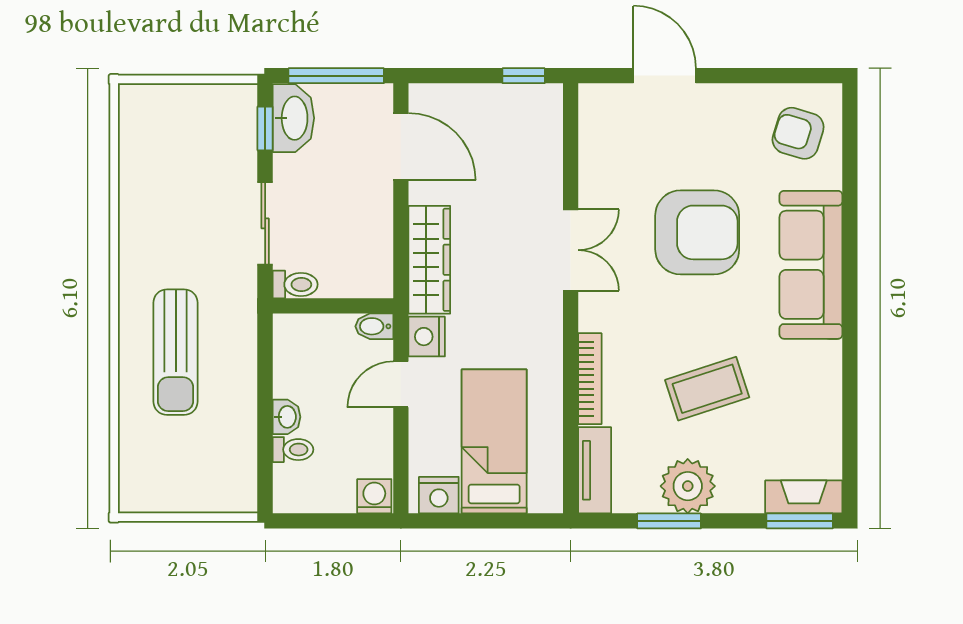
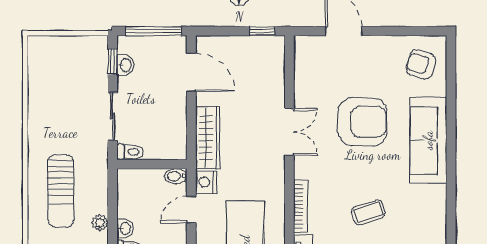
washbasin: (293, 118) -> (125, 65), width x0.52, depth x0.69
coffee table: (707, 389) -> (368, 212), width x0.73, depth x0.77
plant: (243, 407) -> (100, 223), added

